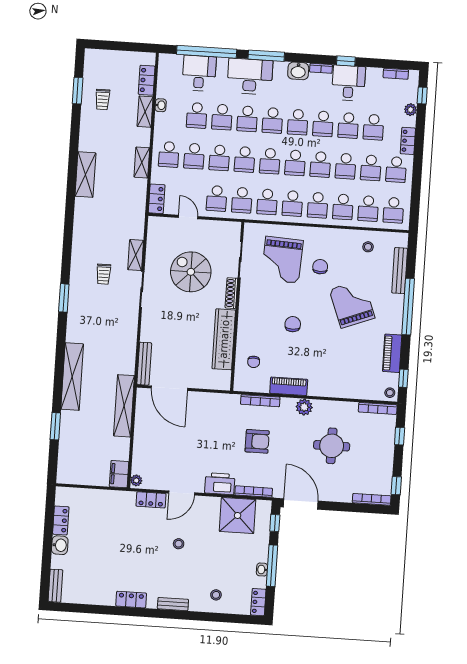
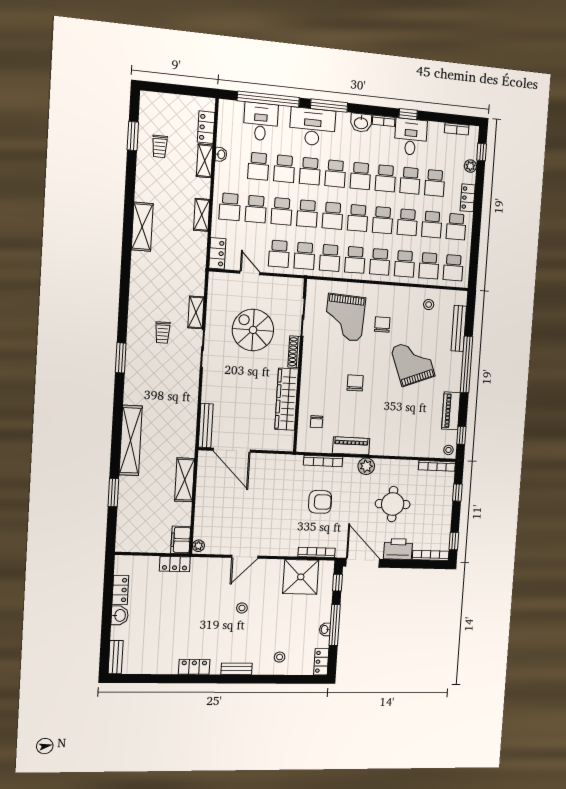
shelving: (124, 406) -> (185, 480), width x0.68
printer: (220, 484) -> (398, 549), moved
locker: (151, 500) -> (175, 564), moved

